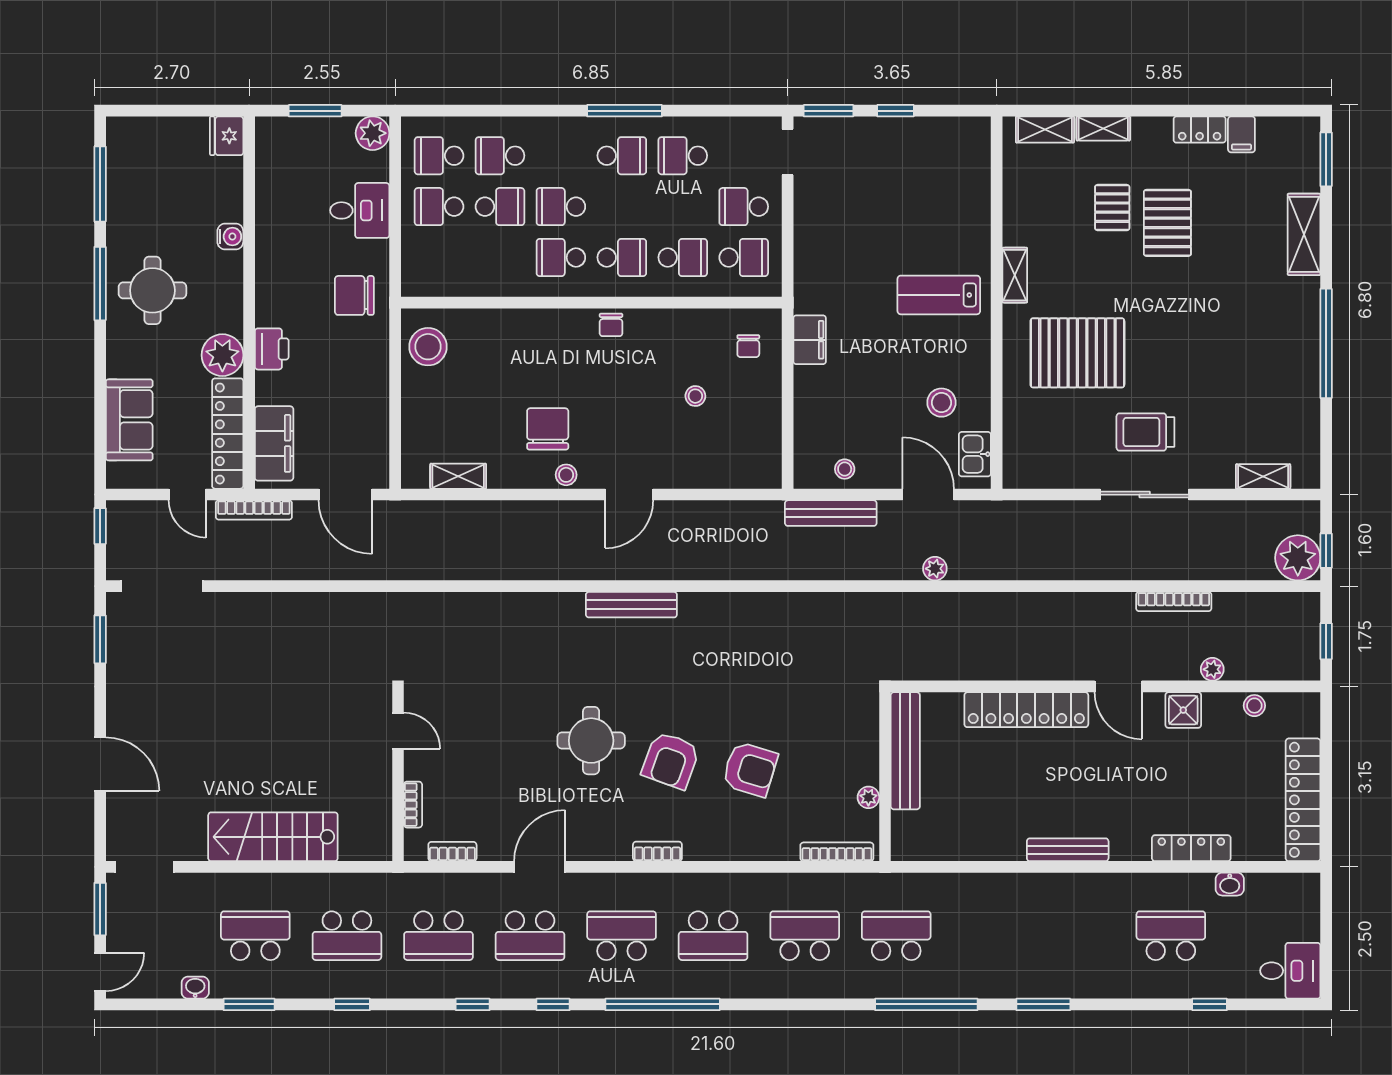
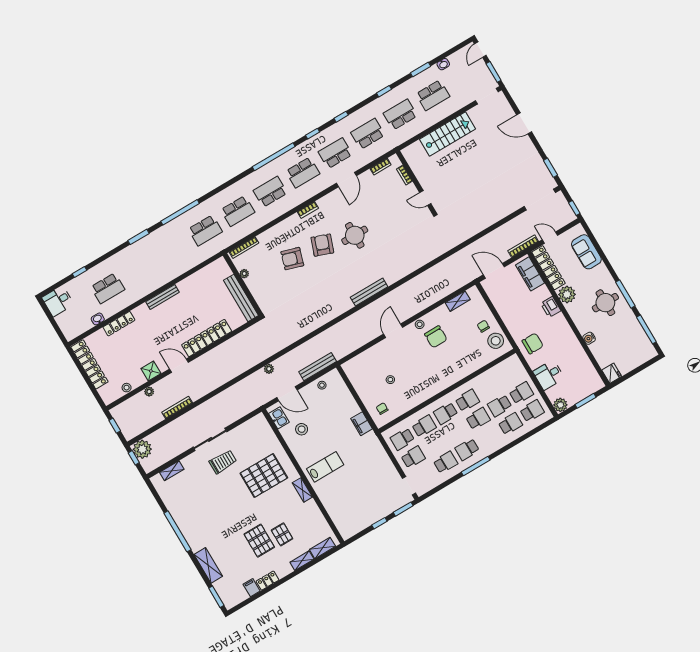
school desk: (683, 257) -> (424, 426), turned 180
chair: (611, 325) -> (483, 326), moved

